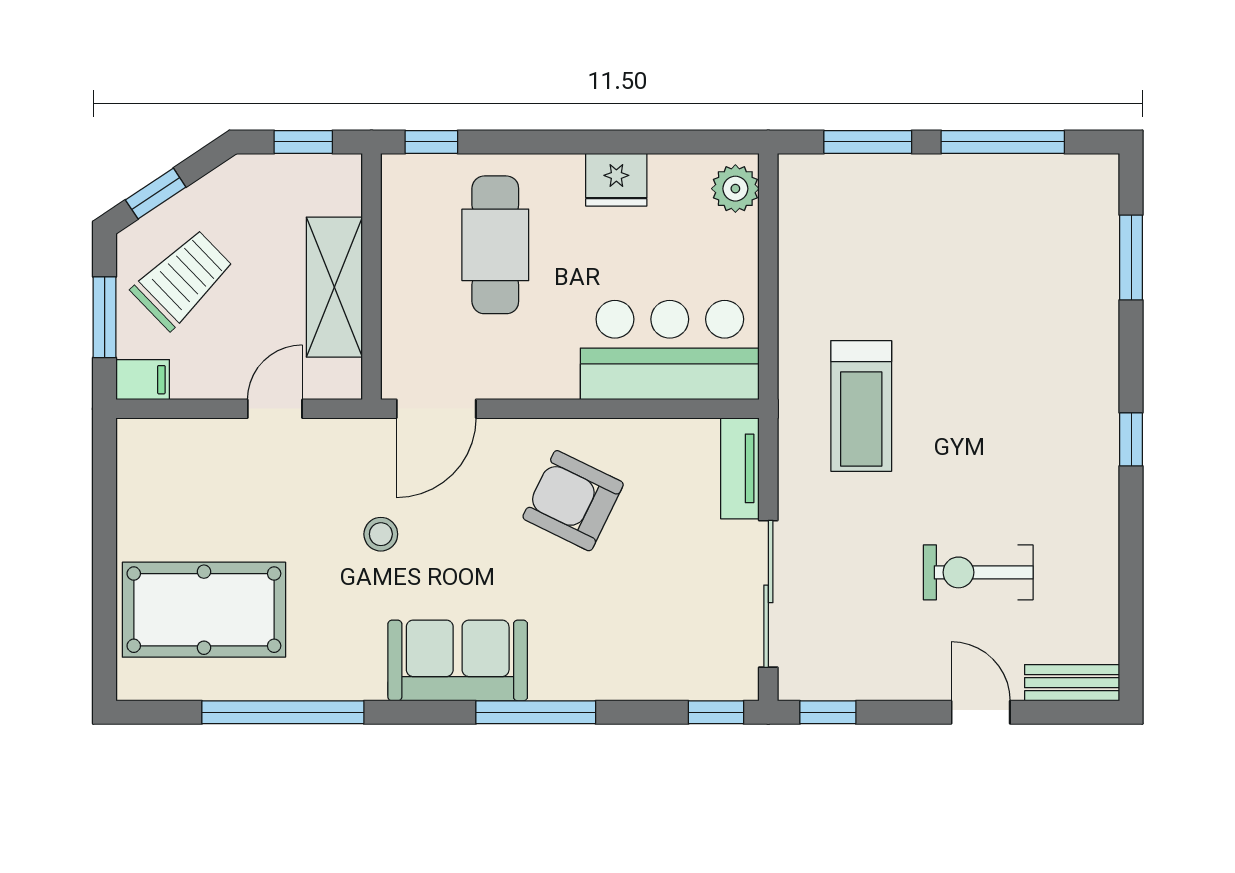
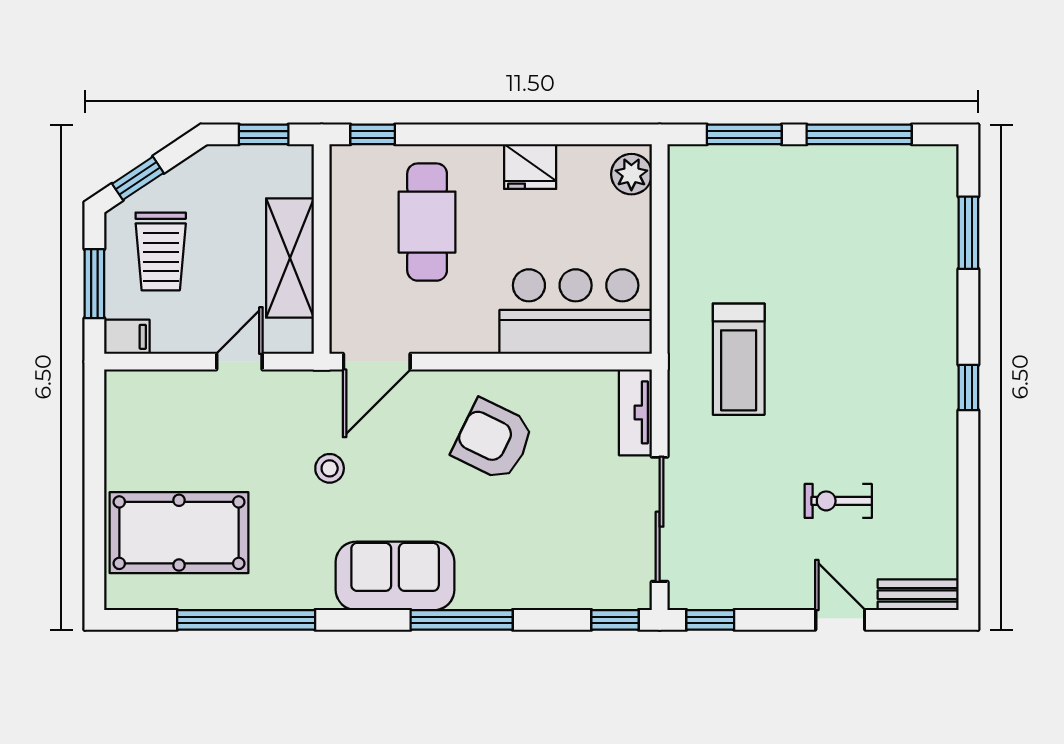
trolley: (182, 279) -> (161, 251), turned 134
exercise bike: (978, 572) -> (838, 501), width x0.73, depth x0.72

